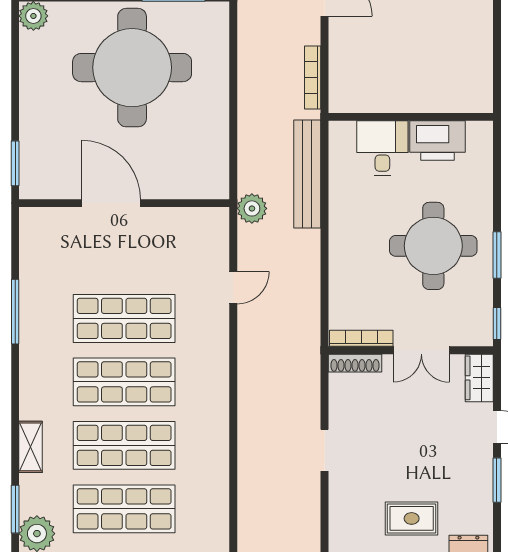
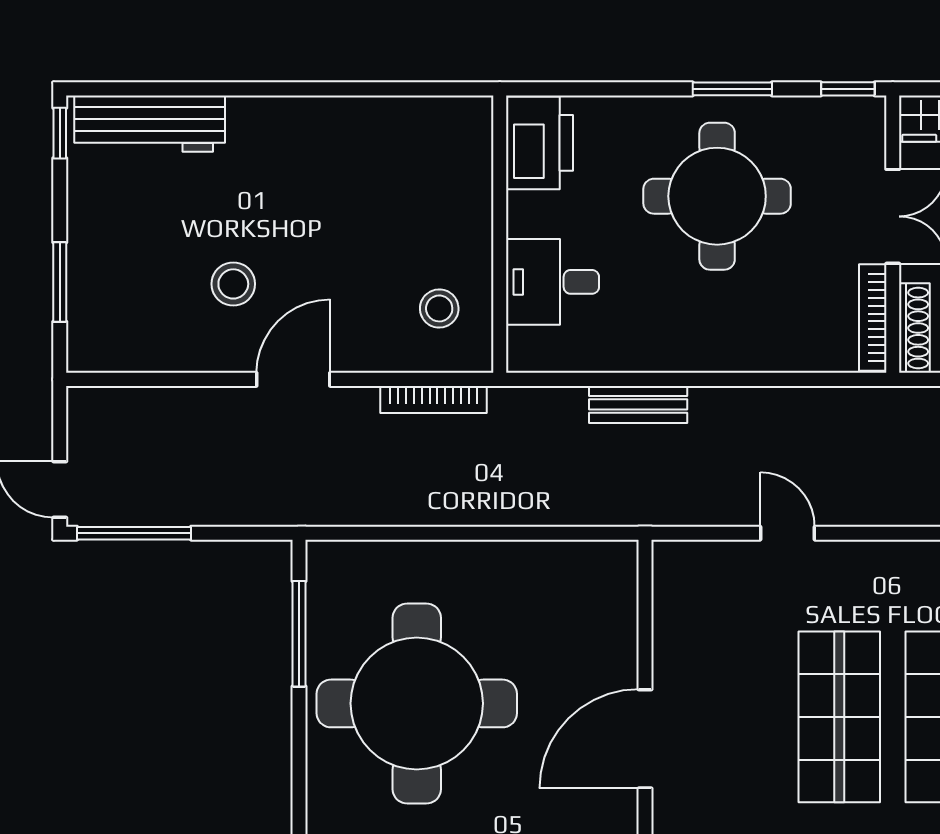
stool: (367, 81) -> (439, 308), added
printer: (438, 140) -> (540, 143), moved
bench: (307, 174) -> (638, 404), width x0.54, depth x0.82
plant: (252, 208) -> (654, 502), removed

